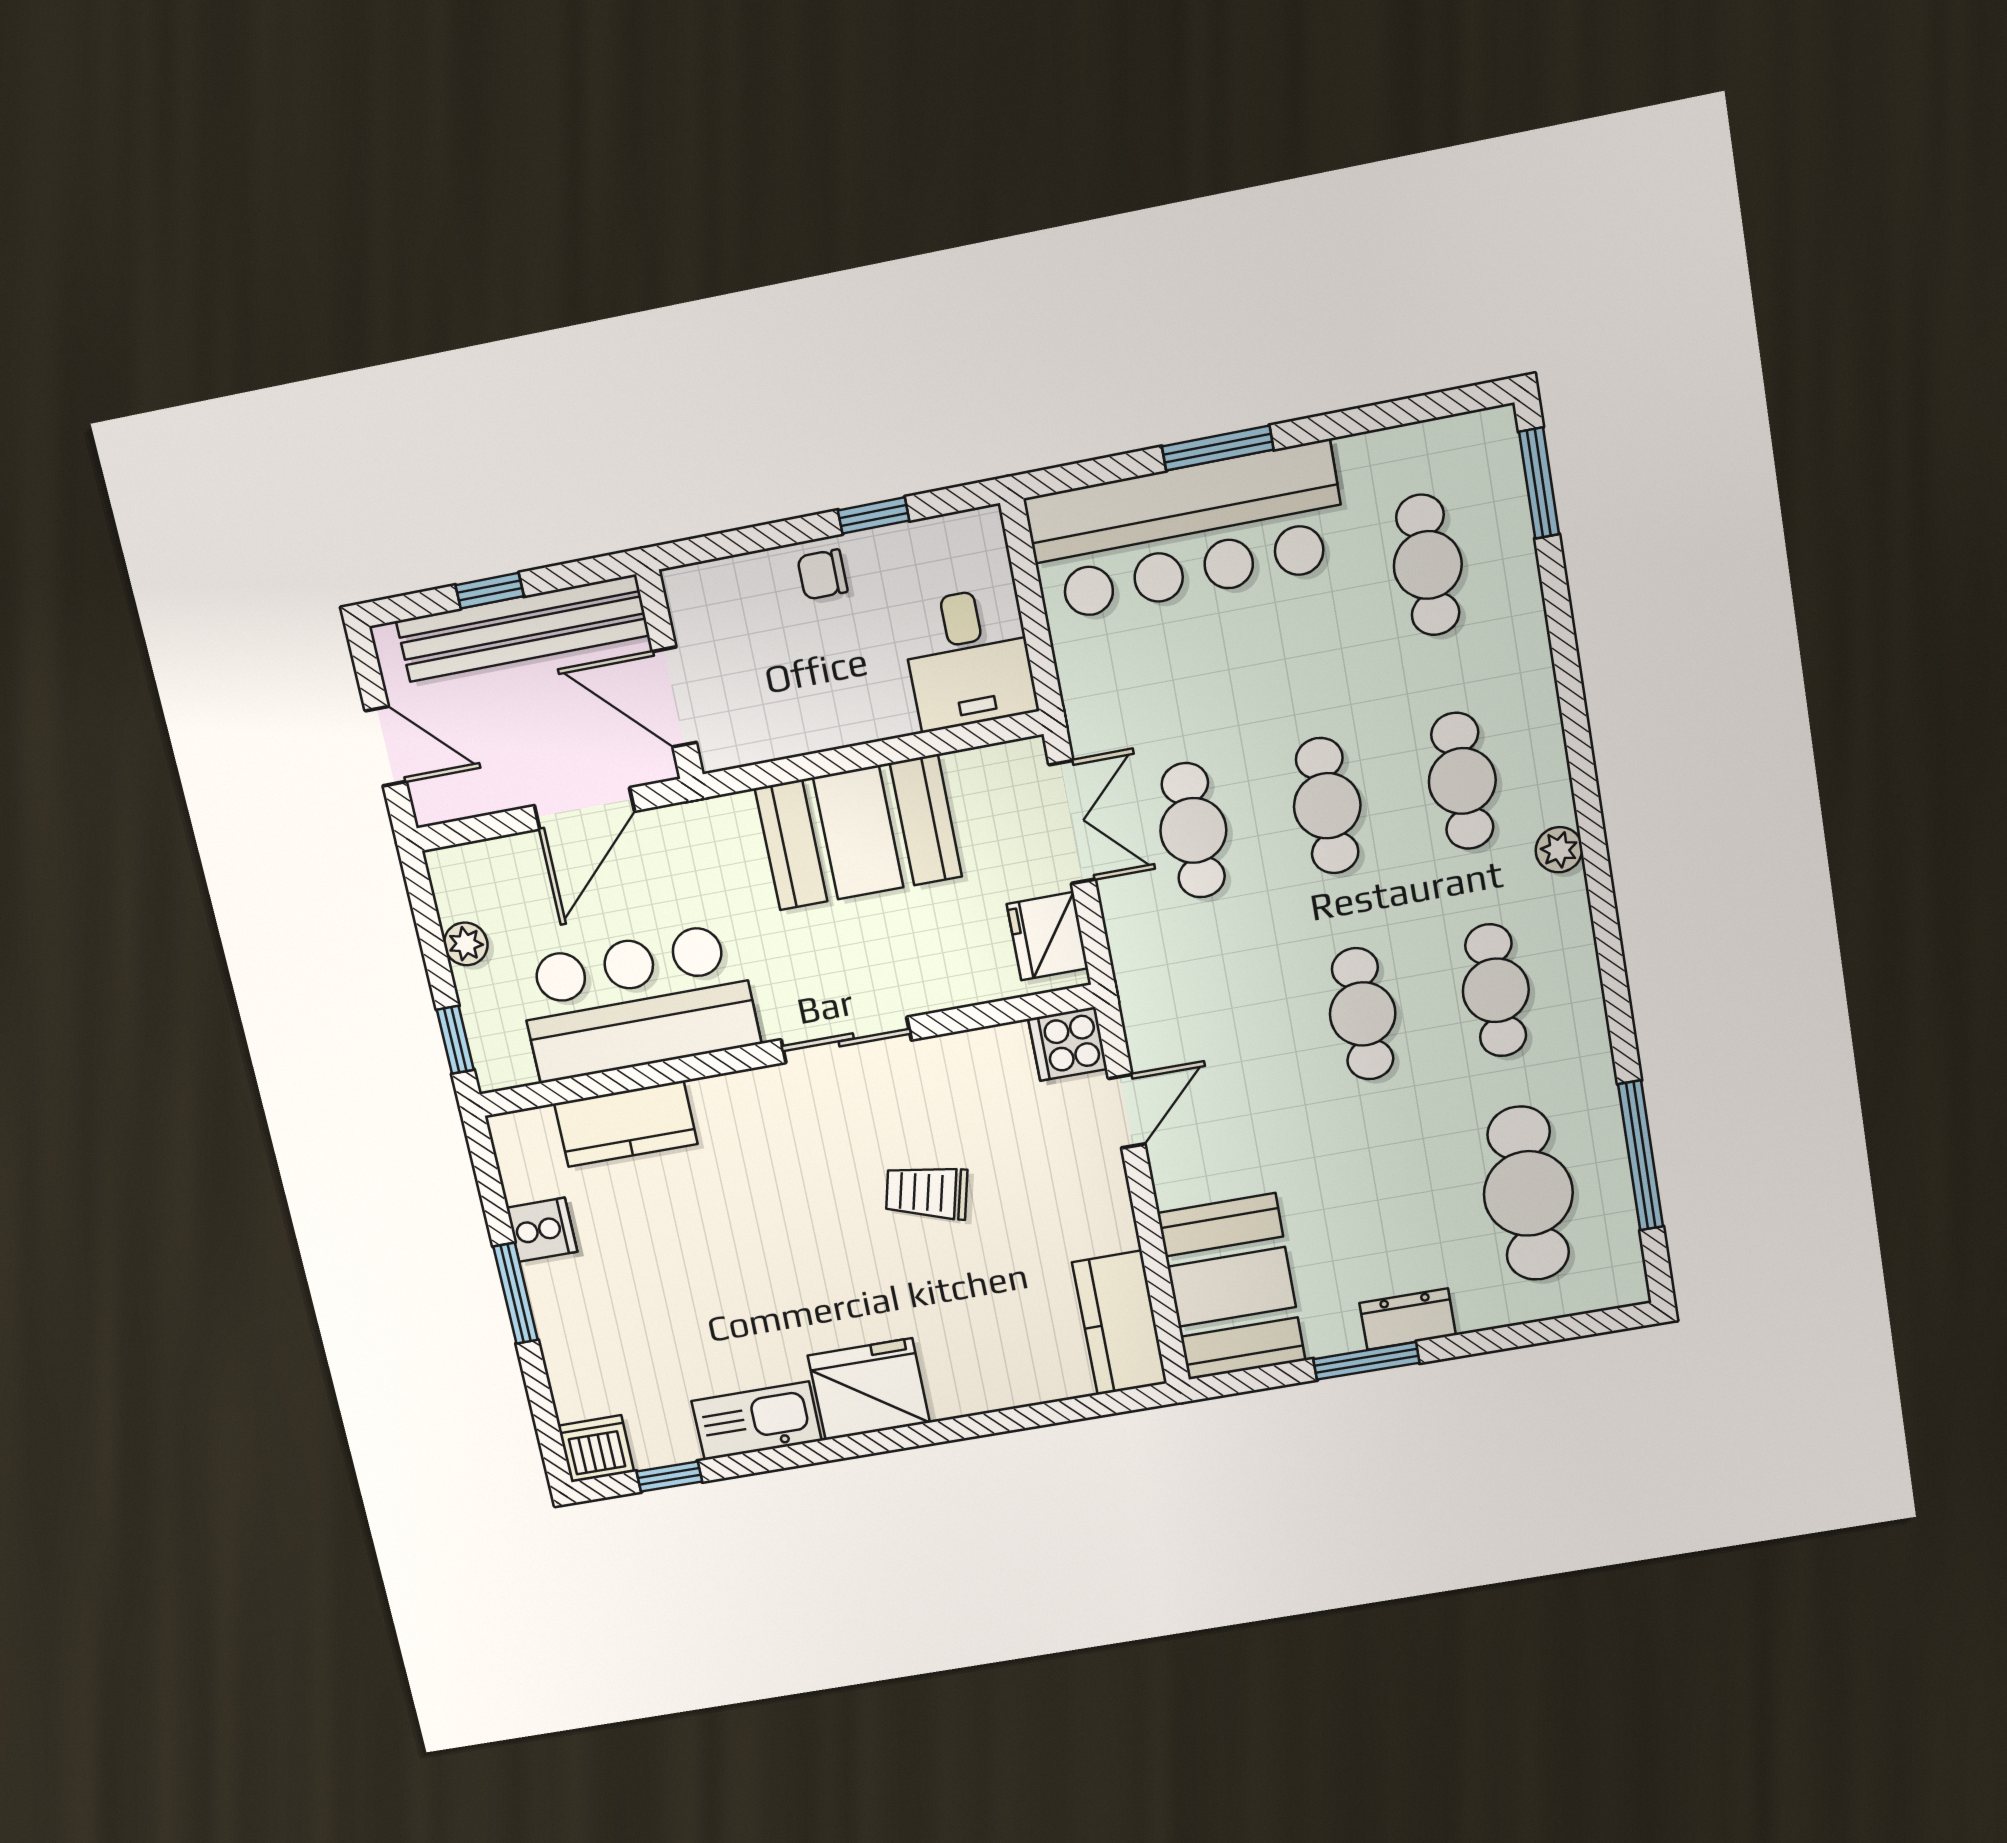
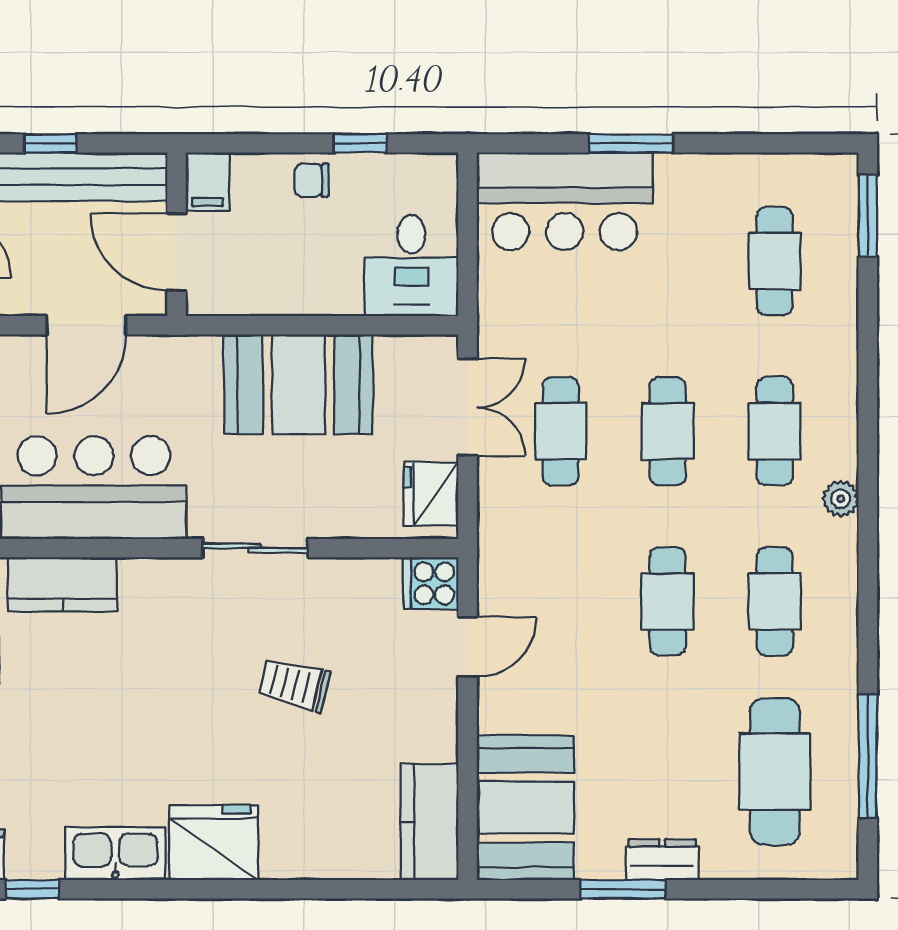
bar counter: (1187, 532) -> (565, 201), width x0.73
filing cabinet: (694, 601) -> (207, 182), added

